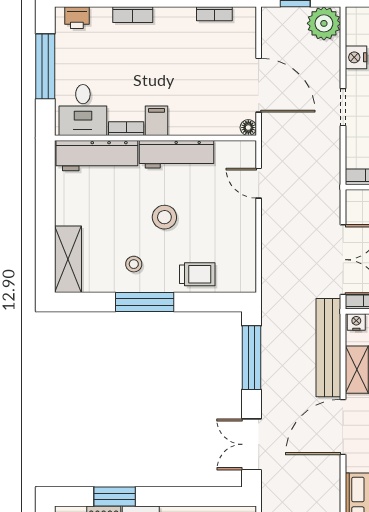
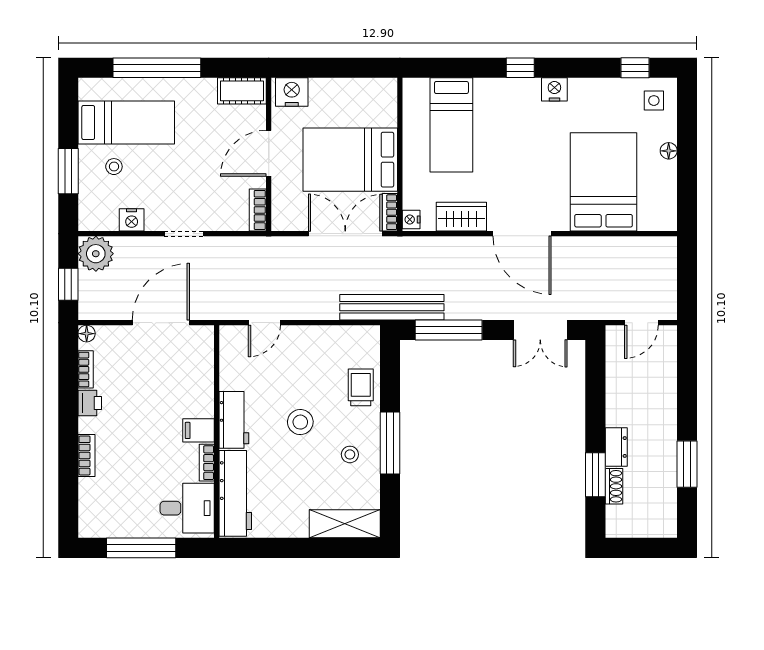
printer: (77, 18) -> (90, 403), moved
floor lamp: (248, 128) -> (87, 334), moved
workbench: (177, 154) -> (234, 420), width x0.73
bench: (328, 348) -> (392, 307), moved

